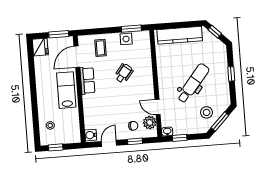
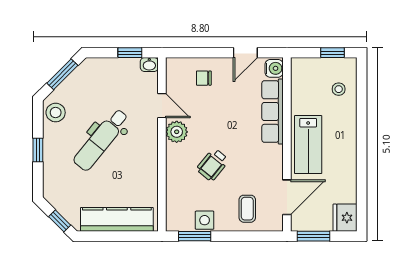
row of seats: (87, 81) -> (273, 112), moved, width x1.48
stool: (207, 112) -> (56, 113), moved
plant: (150, 123) -> (177, 132), moved
window: (135, 141) -> (203, 53), removed

